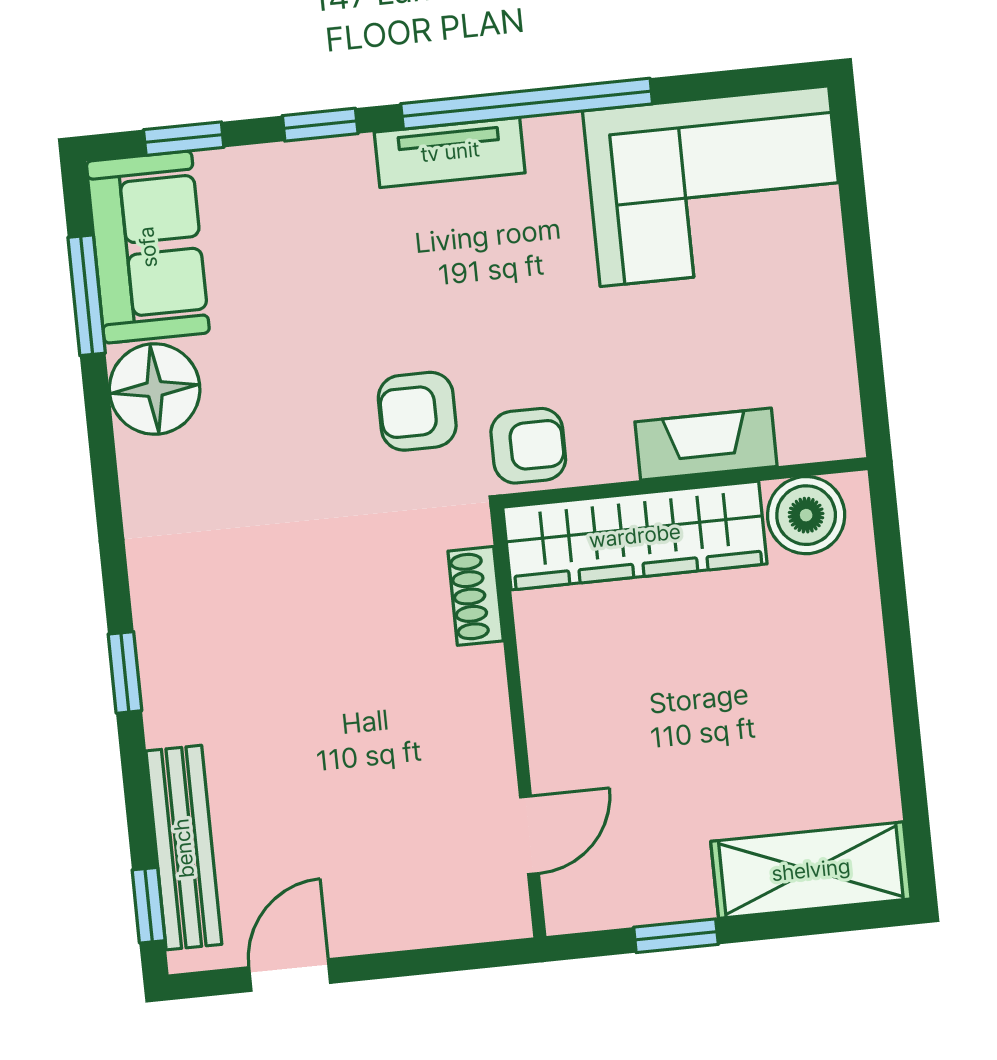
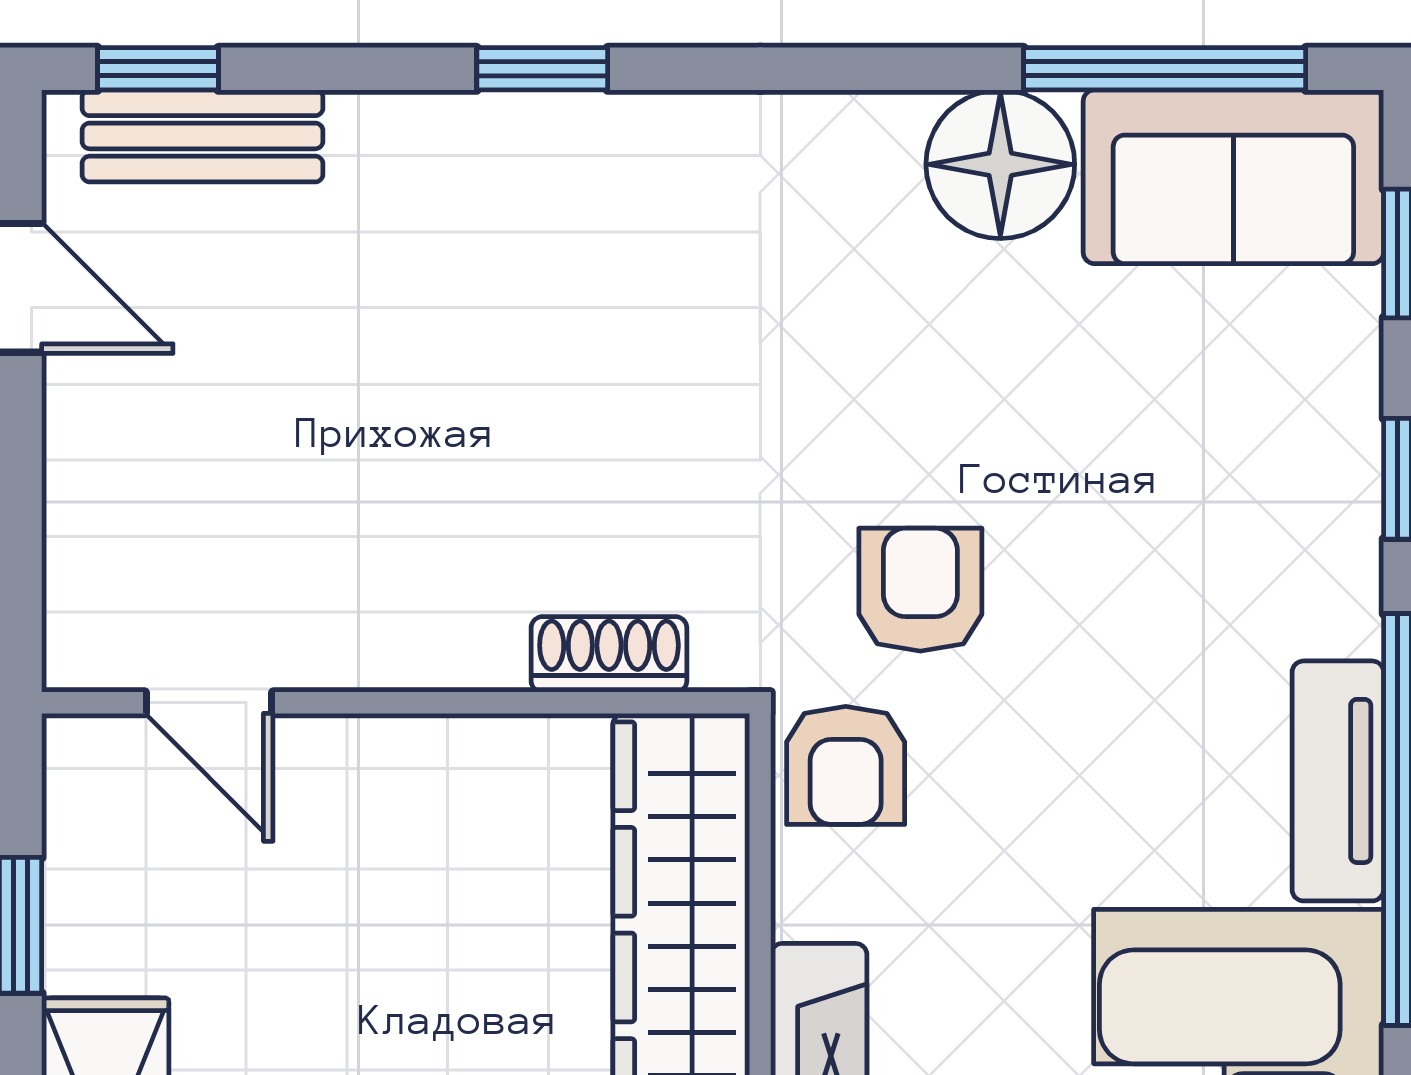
tv unit: (450, 152) -> (1338, 781), moved
window: (87, 295) -> (1165, 69), width x1.44
bench: (184, 848) -> (202, 136), width x0.73

